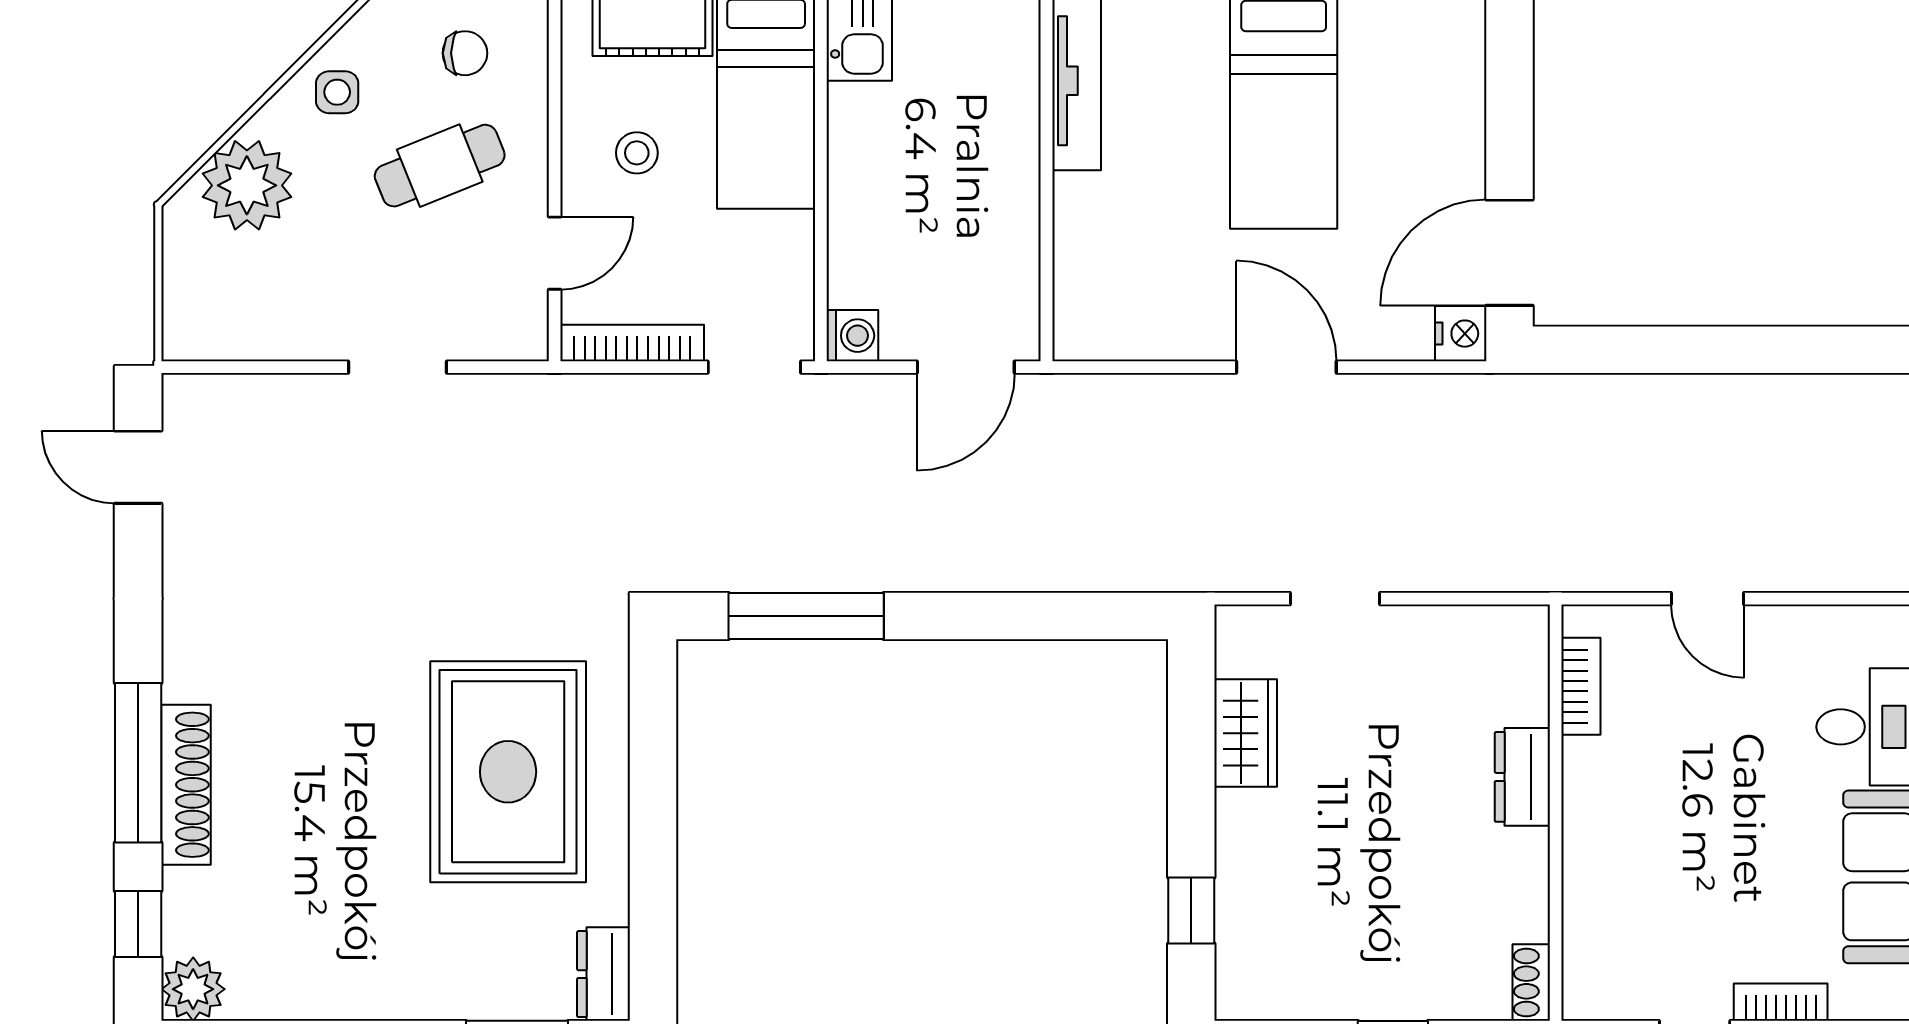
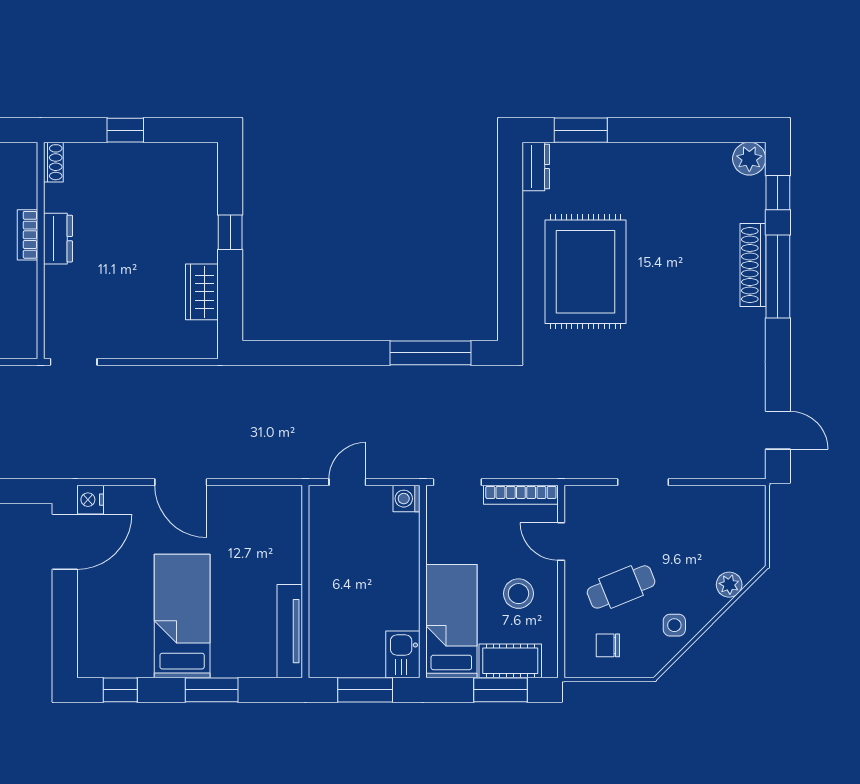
stool: (637, 153) -> (518, 594), width x1.37, depth x1.37
plant: (247, 185) -> (729, 585), width x0.53, depth x0.53
door: (555, 253) -> (561, 541), hinge flipped
door: (966, 367) -> (347, 482), width x0.73
doorway: (1335, 599) -> (74, 362), moved
bookcase: (1581, 686) -> (28, 235), moved
dresser: (1522, 777) -> (58, 239), moved
window: (1191, 910) -> (230, 232), moved

